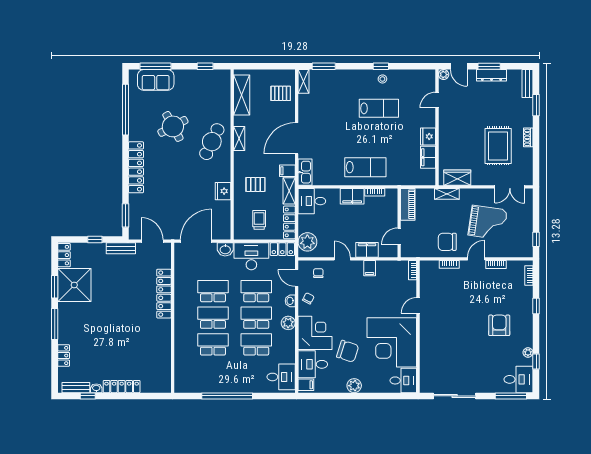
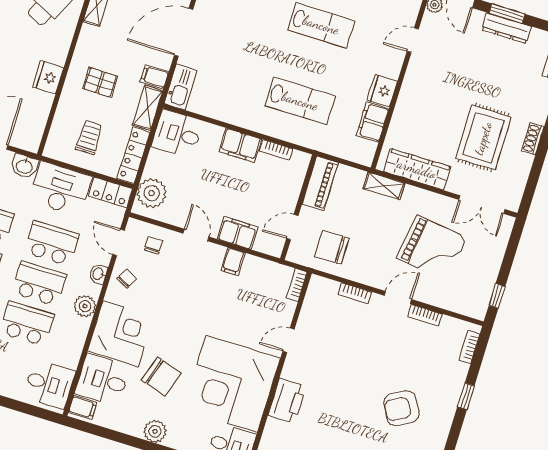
lab bench: (365, 167) -> (300, 101), moved
wardrobe: (457, 178) -> (417, 169), width x1.50
chair: (447, 242) -> (332, 247), moved
armchair: (499, 325) -> (401, 408), turned -119
printer: (428, 342) -> (287, 401), added

